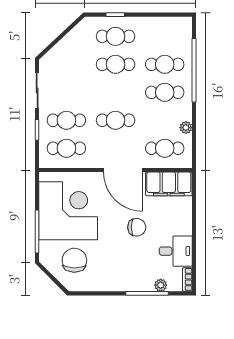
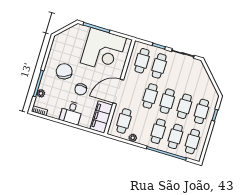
cafe table: (165, 36) -> (192, 142), added
cafe table: (116, 92) -> (167, 101), added
desk: (176, 251) -> (71, 113), moved
chair: (74, 260) -> (64, 71), moved, turned -112

